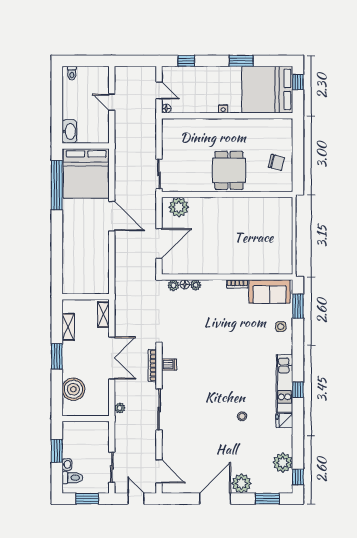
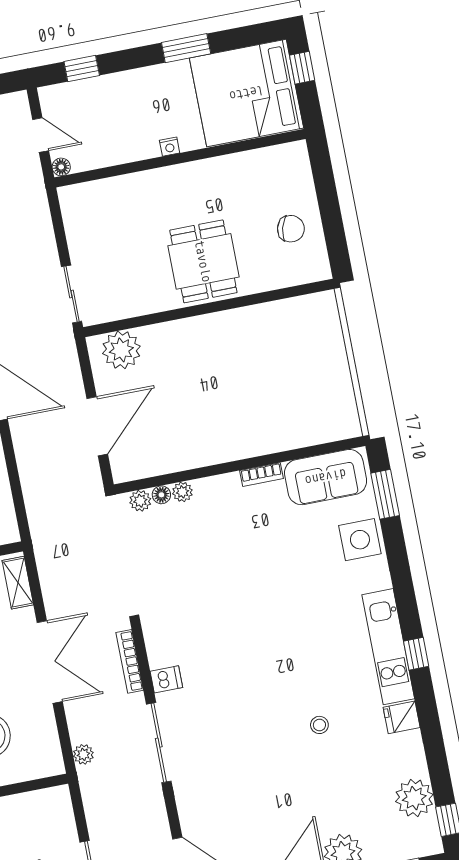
side table: (281, 327) -> (360, 540), width x1.87, depth x1.87
dishwasher: (169, 365) -> (166, 679), moved

